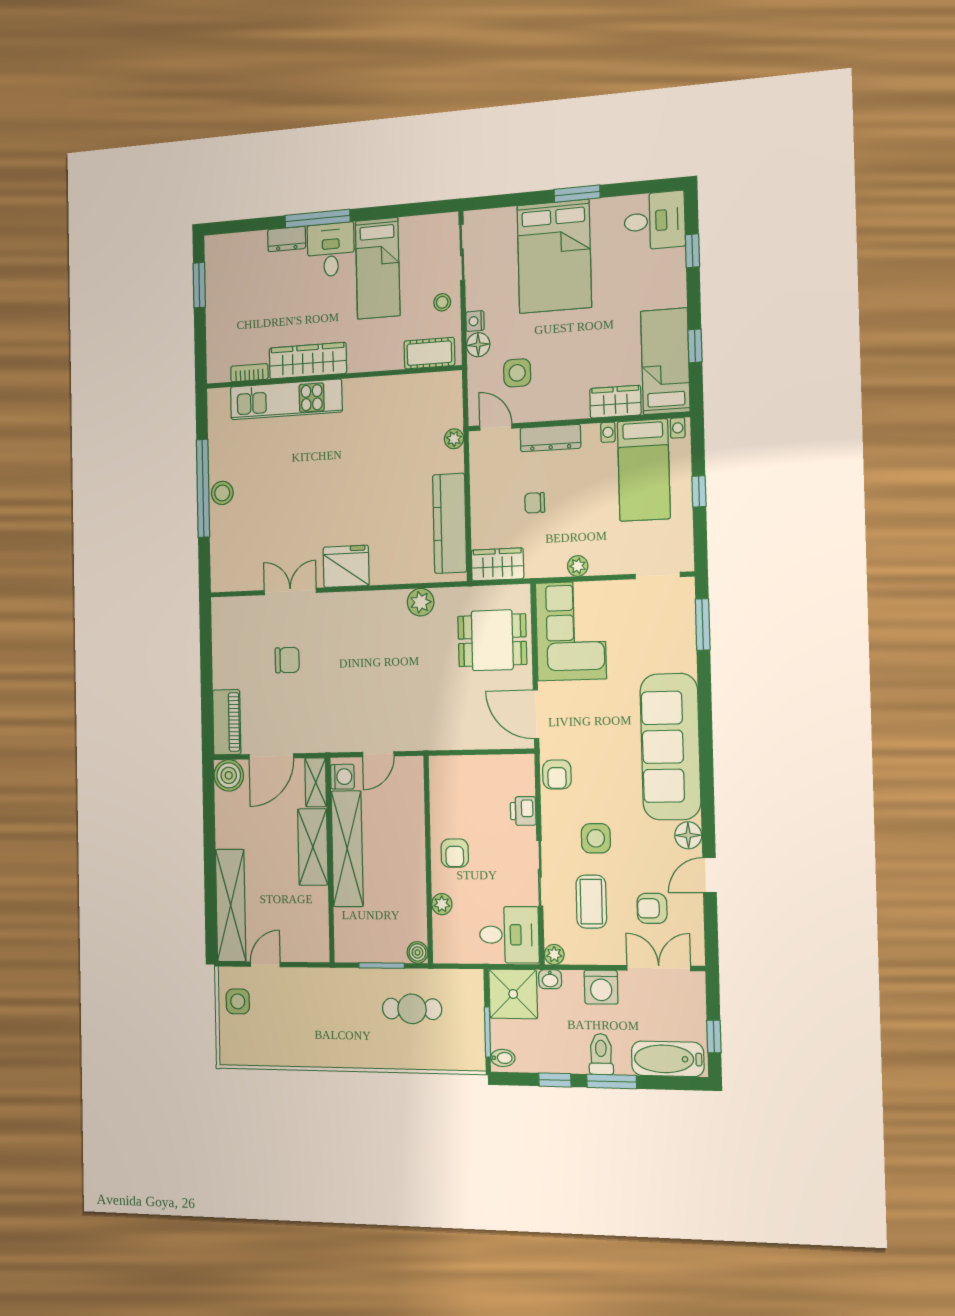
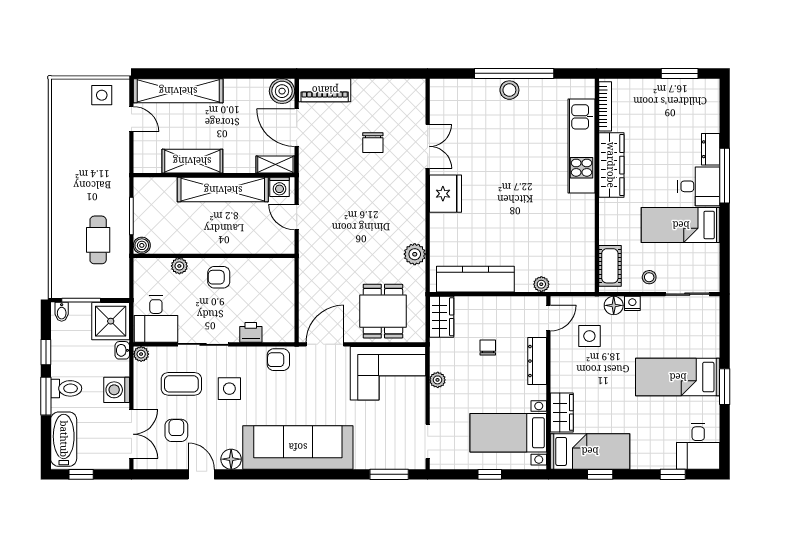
bed: (554, 256) -> (678, 377), width x0.67
bookcase: (249, 373) -> (605, 106), width x1.56
shelving: (313, 847) -> (192, 161), moved

